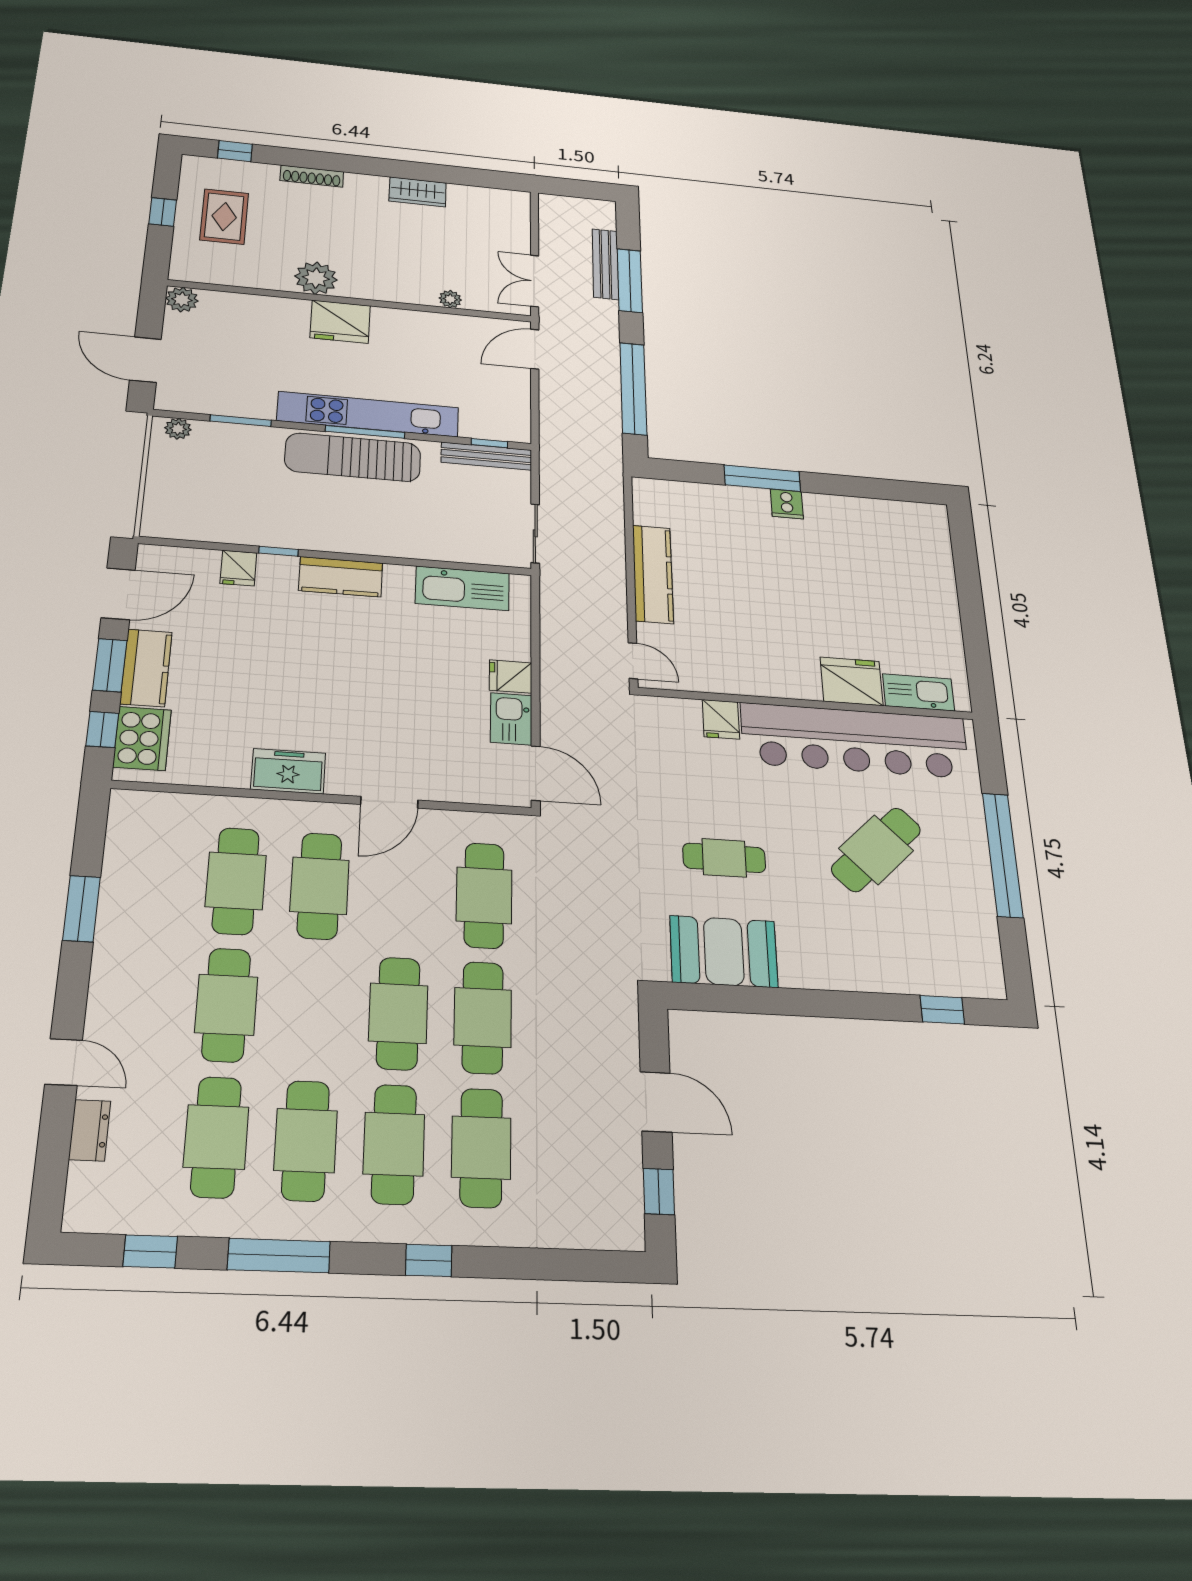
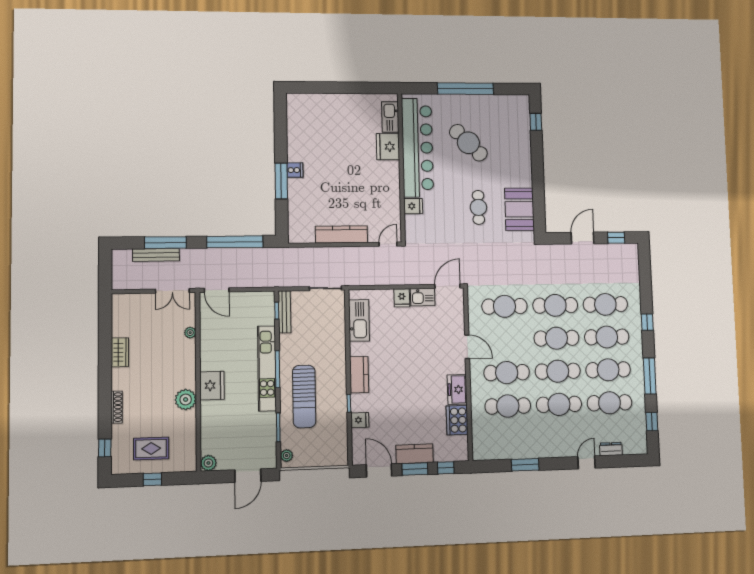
sun lounger: (353, 457) -> (304, 396), moved
cooker: (142, 738) -> (457, 420), moved, turned -90
cafe table: (313, 1009) -> (558, 371), added

